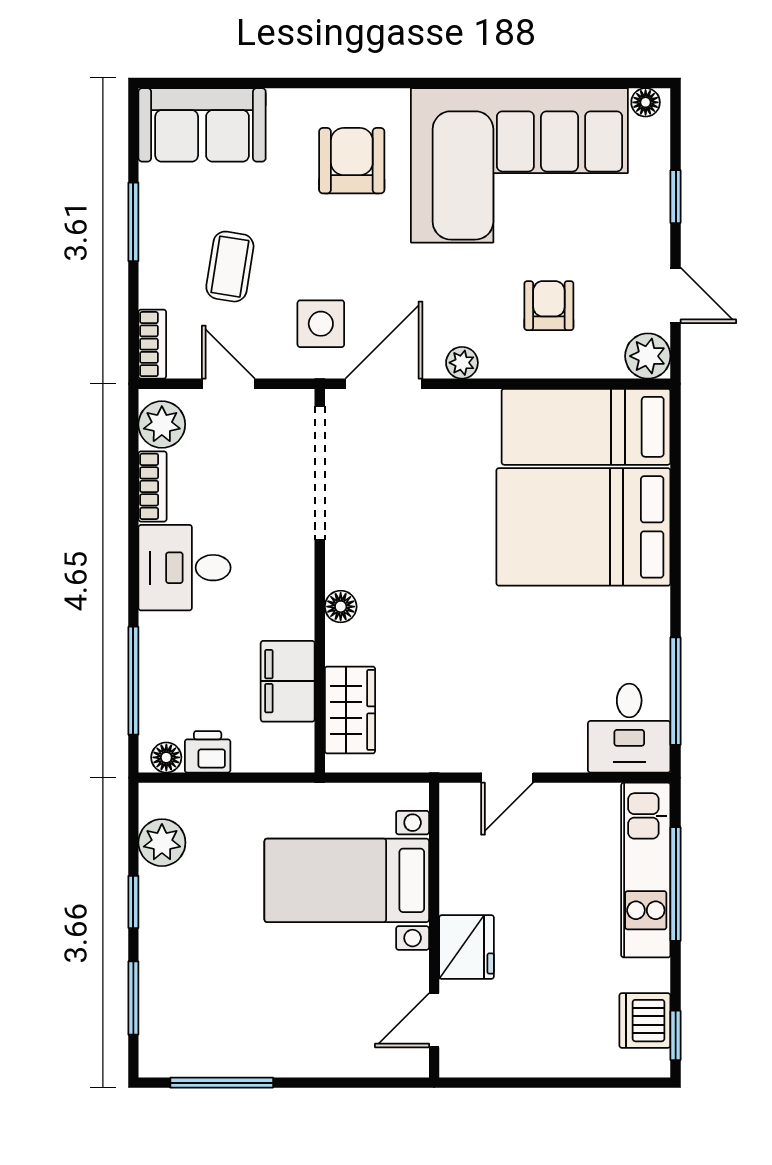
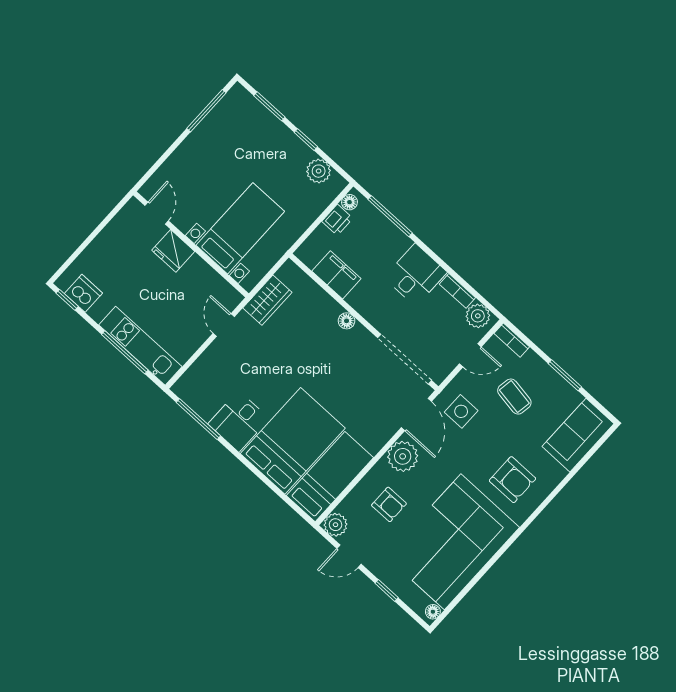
plant: (462, 363) -> (403, 456), width x1.88, depth x1.88
wardrobe: (350, 710) -> (267, 300), moved, turned -90
desk: (629, 728) -> (239, 421), moved, turned -90

